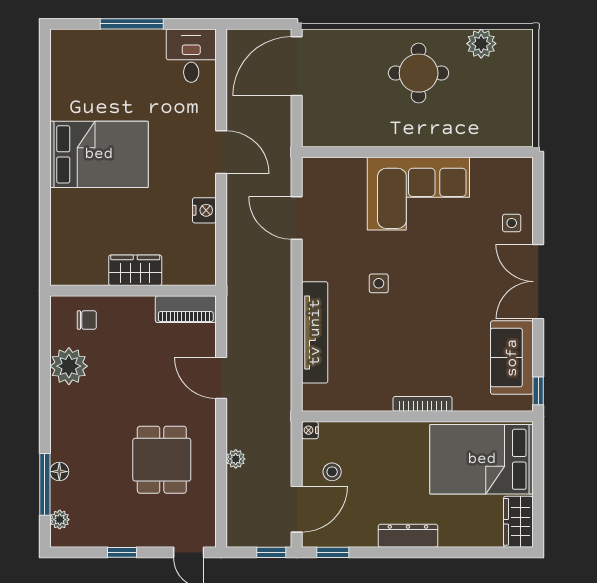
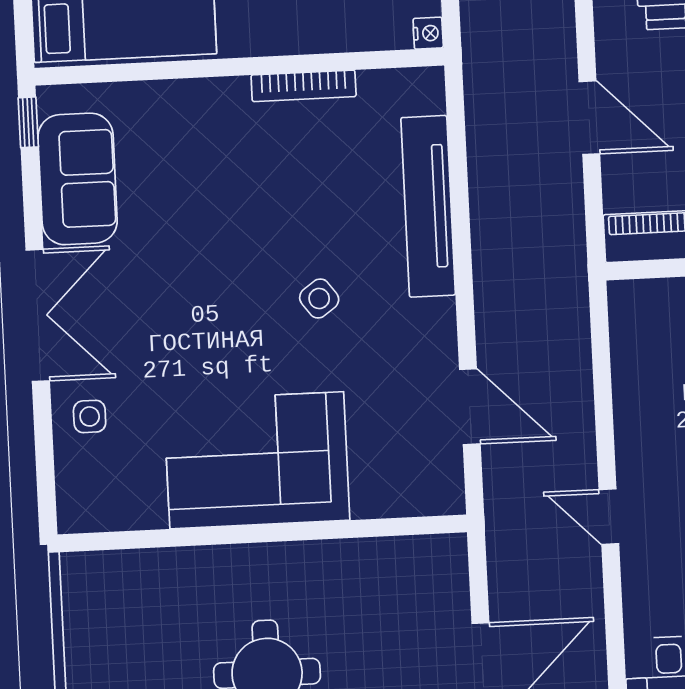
door: (221, 152) -> (609, 517), width x0.73
nightstand: (204, 210) -> (633, 412), removed
side table: (379, 283) -> (319, 298), turned -36
bookcase: (423, 404) -> (304, 86), moved

